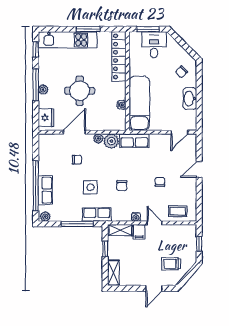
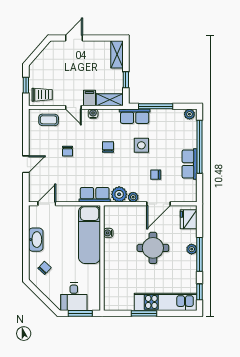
locker: (119, 56) -> (111, 284), removed
row of seats: (45, 190) -> (190, 164), moved
trolley: (171, 264) -> (42, 95), moved

